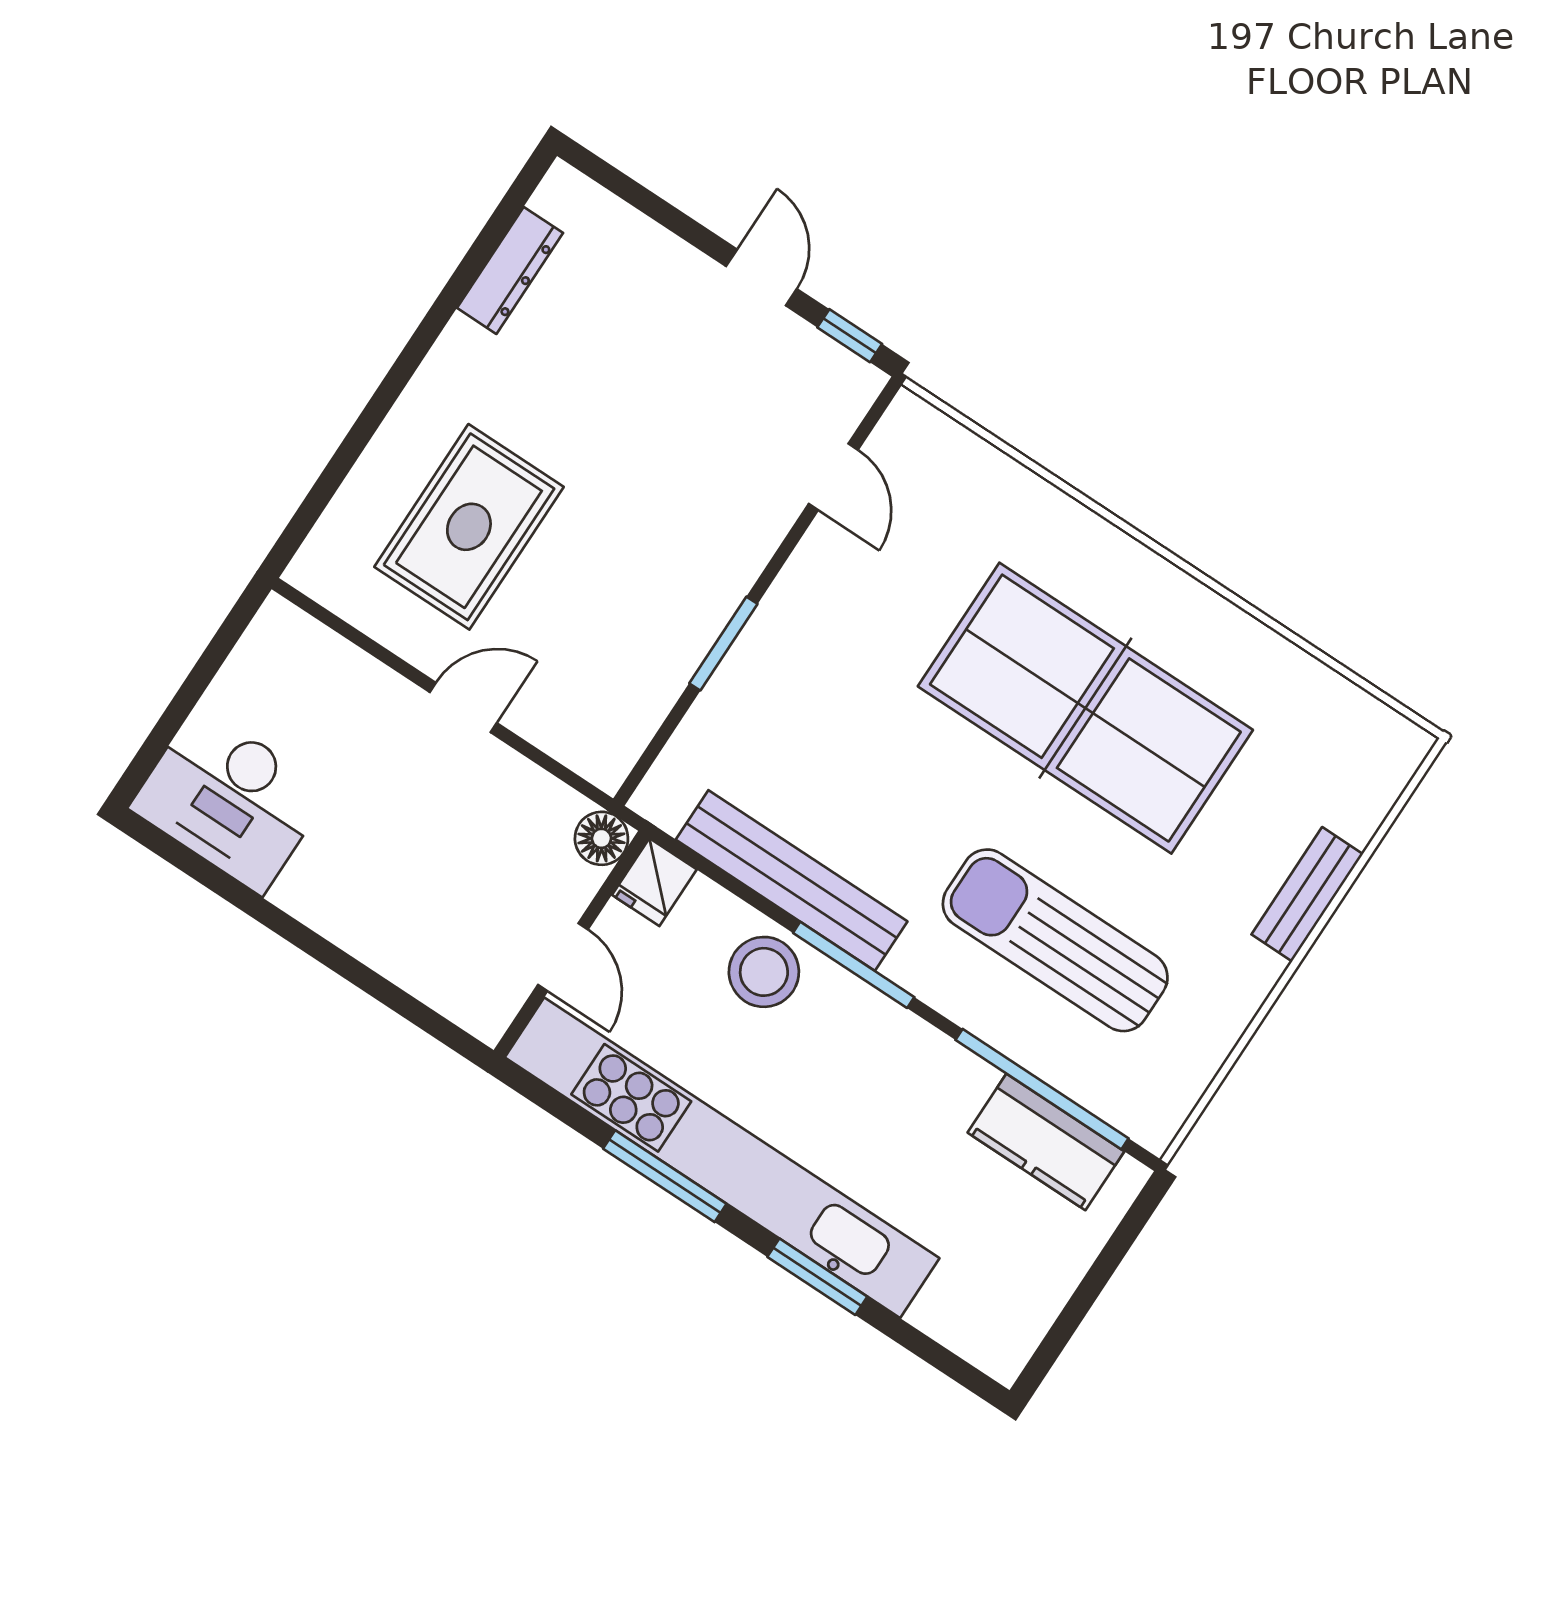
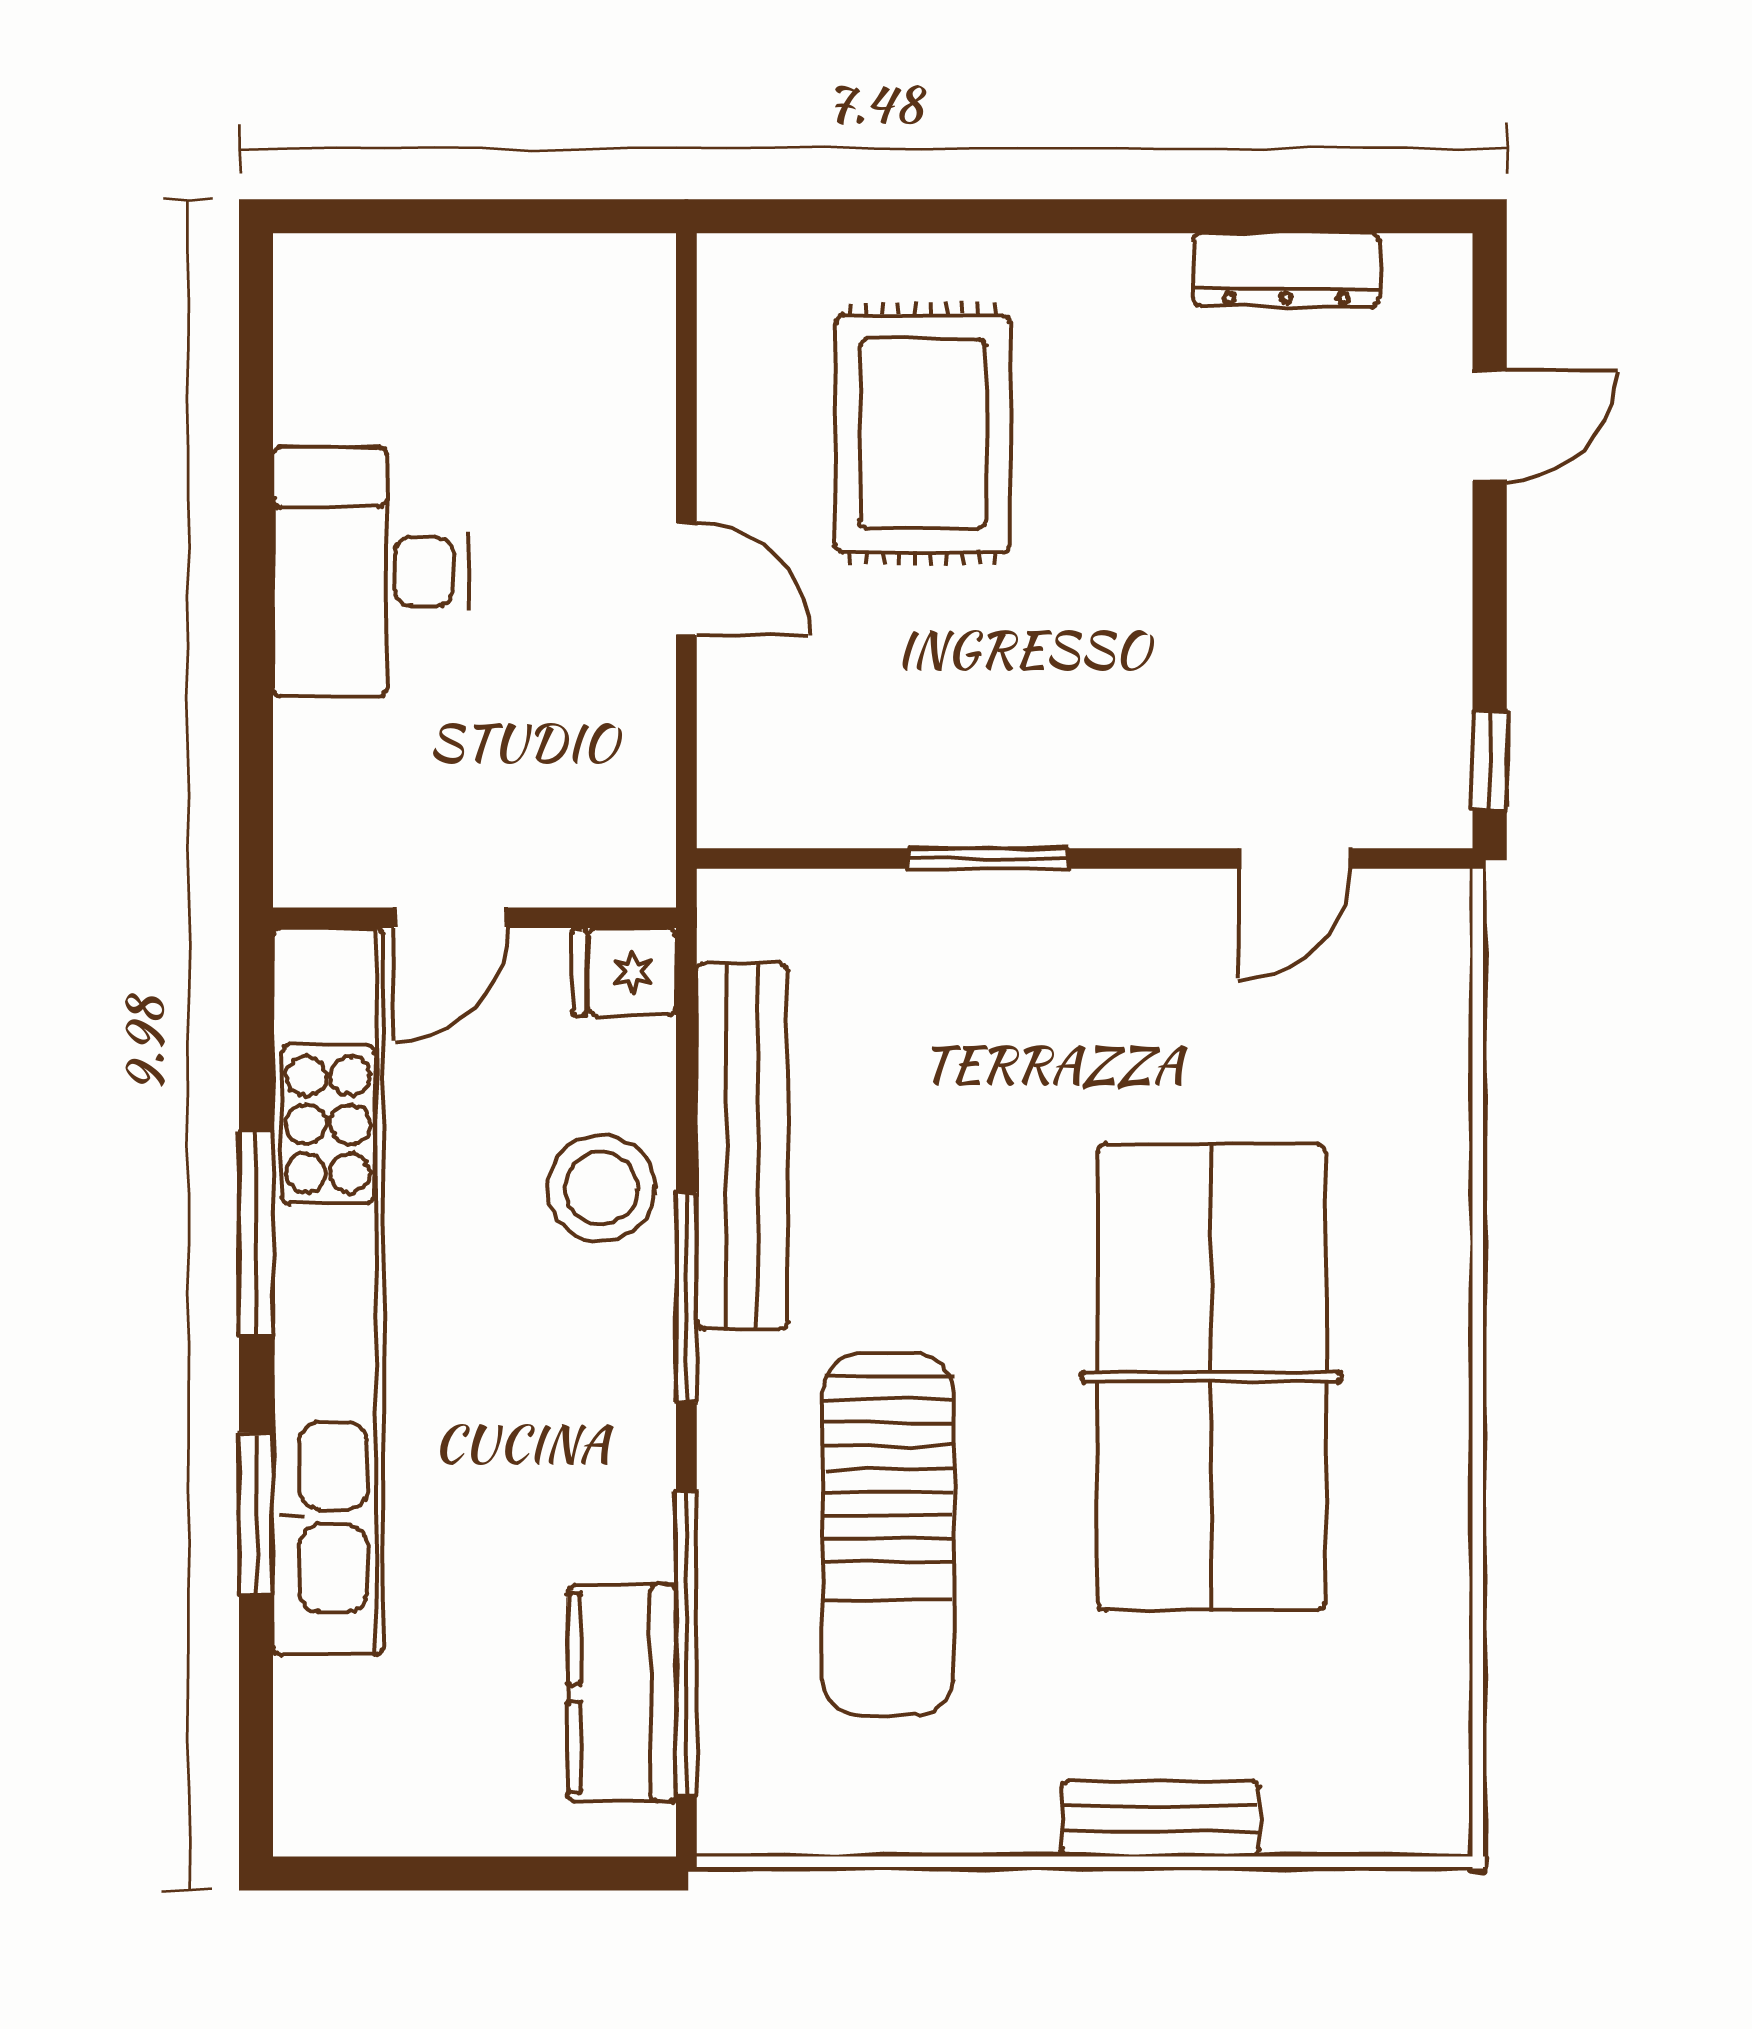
door: (761, 278) -> (1490, 426), moved
rug: (469, 527) -> (923, 434), turned 90
desk: (230, 800) -> (371, 572), moved
floor lamp: (601, 838) -> (635, 867), removed
sun lounger: (1055, 940) -> (888, 1535), turned 180

